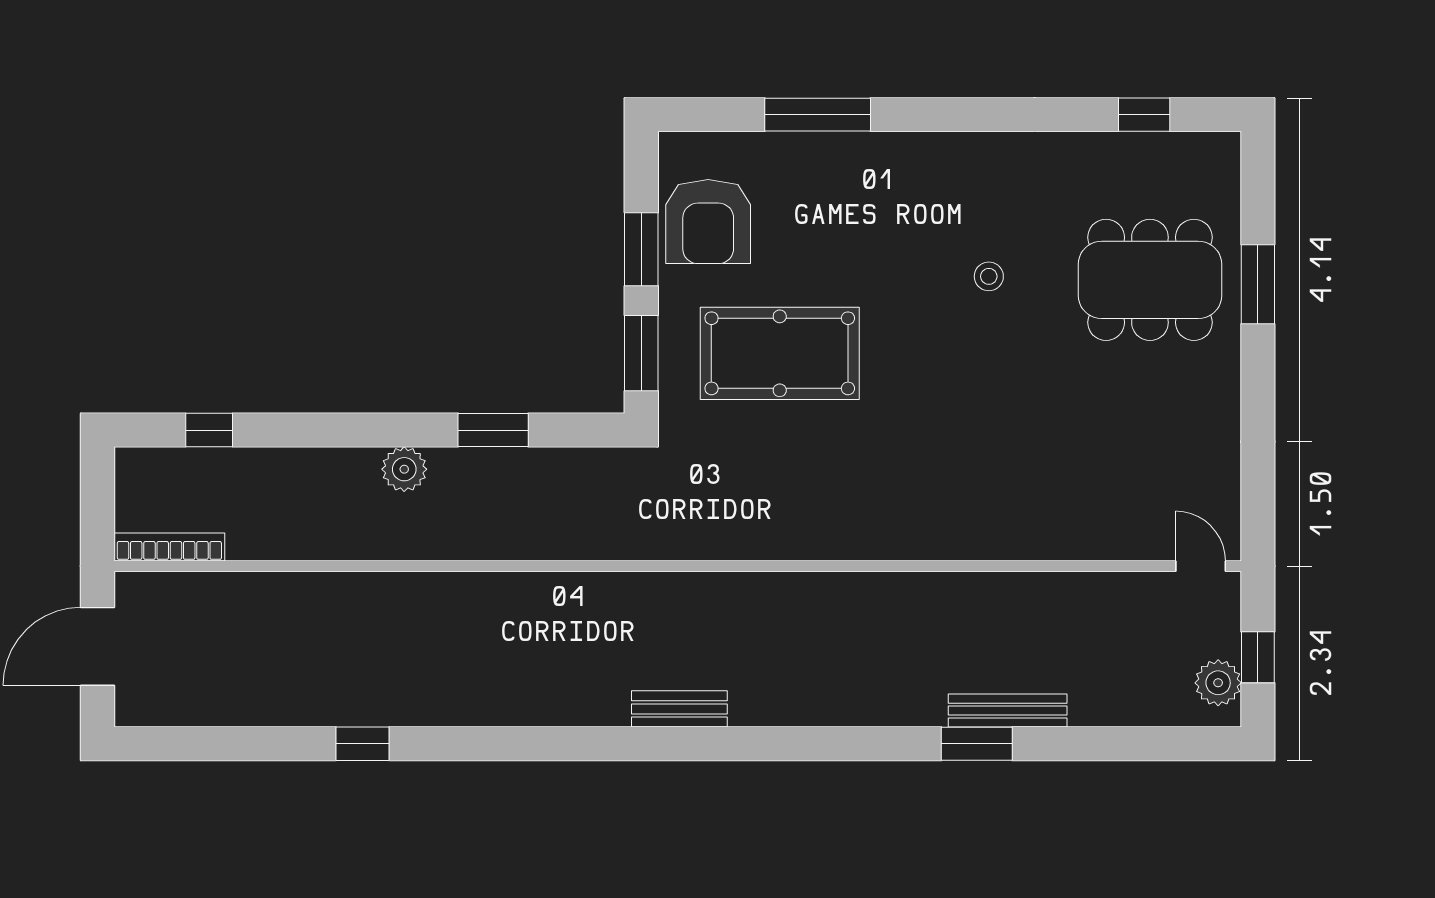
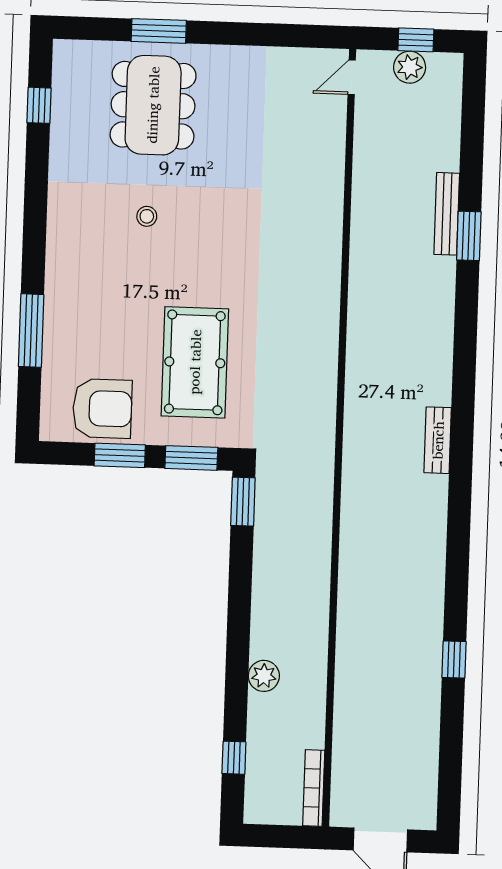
window: (493, 430) -> (243, 502), moved
plant: (404, 469) -> (264, 676), moved
plant: (1218, 683) -> (410, 67), moved

